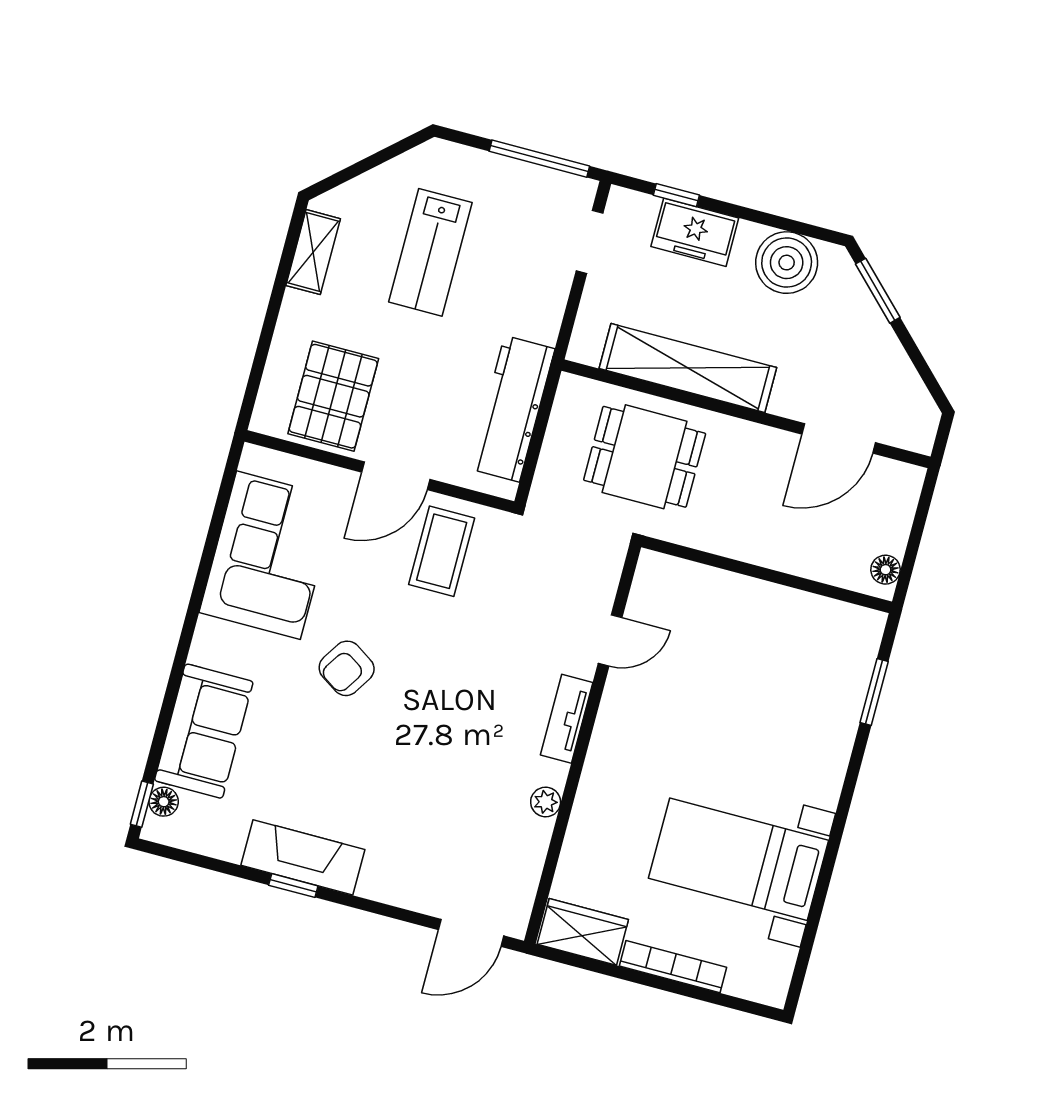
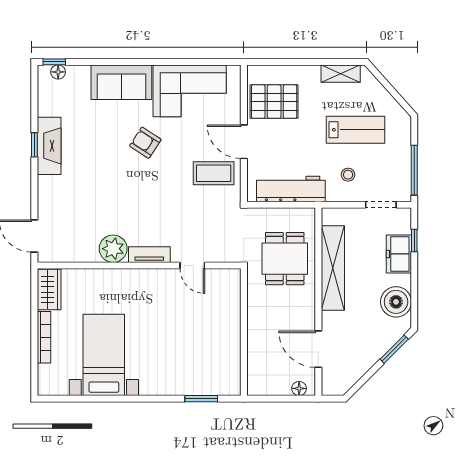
lab bench: (430, 252) -> (355, 130), turned 180
stool: (514, 290) -> (348, 175), added
floor lamp: (885, 570) -> (299, 388), moved
sofa: (204, 731) -> (121, 82), moved
plant: (546, 802) -> (113, 249), width x1.88, depth x1.88

